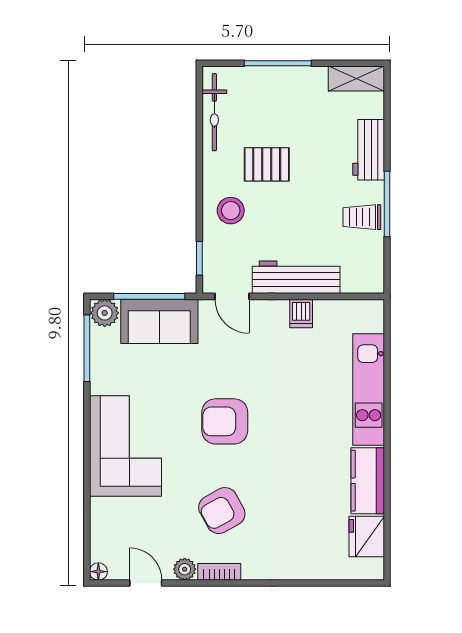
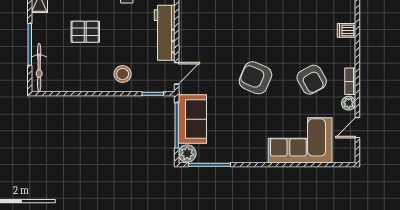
bicycle: (214, 112) -> (39, 68), moved, turned 90
pallet: (267, 164) -> (85, 32), moved, turned 90
dishwasher: (301, 314) -> (347, 30), moved, turned 180
armchair: (225, 421) -> (255, 78), turned 113
corner sofa: (126, 446) -> (300, 140), moved
floor lamp: (98, 572) -> (350, 157), removed

